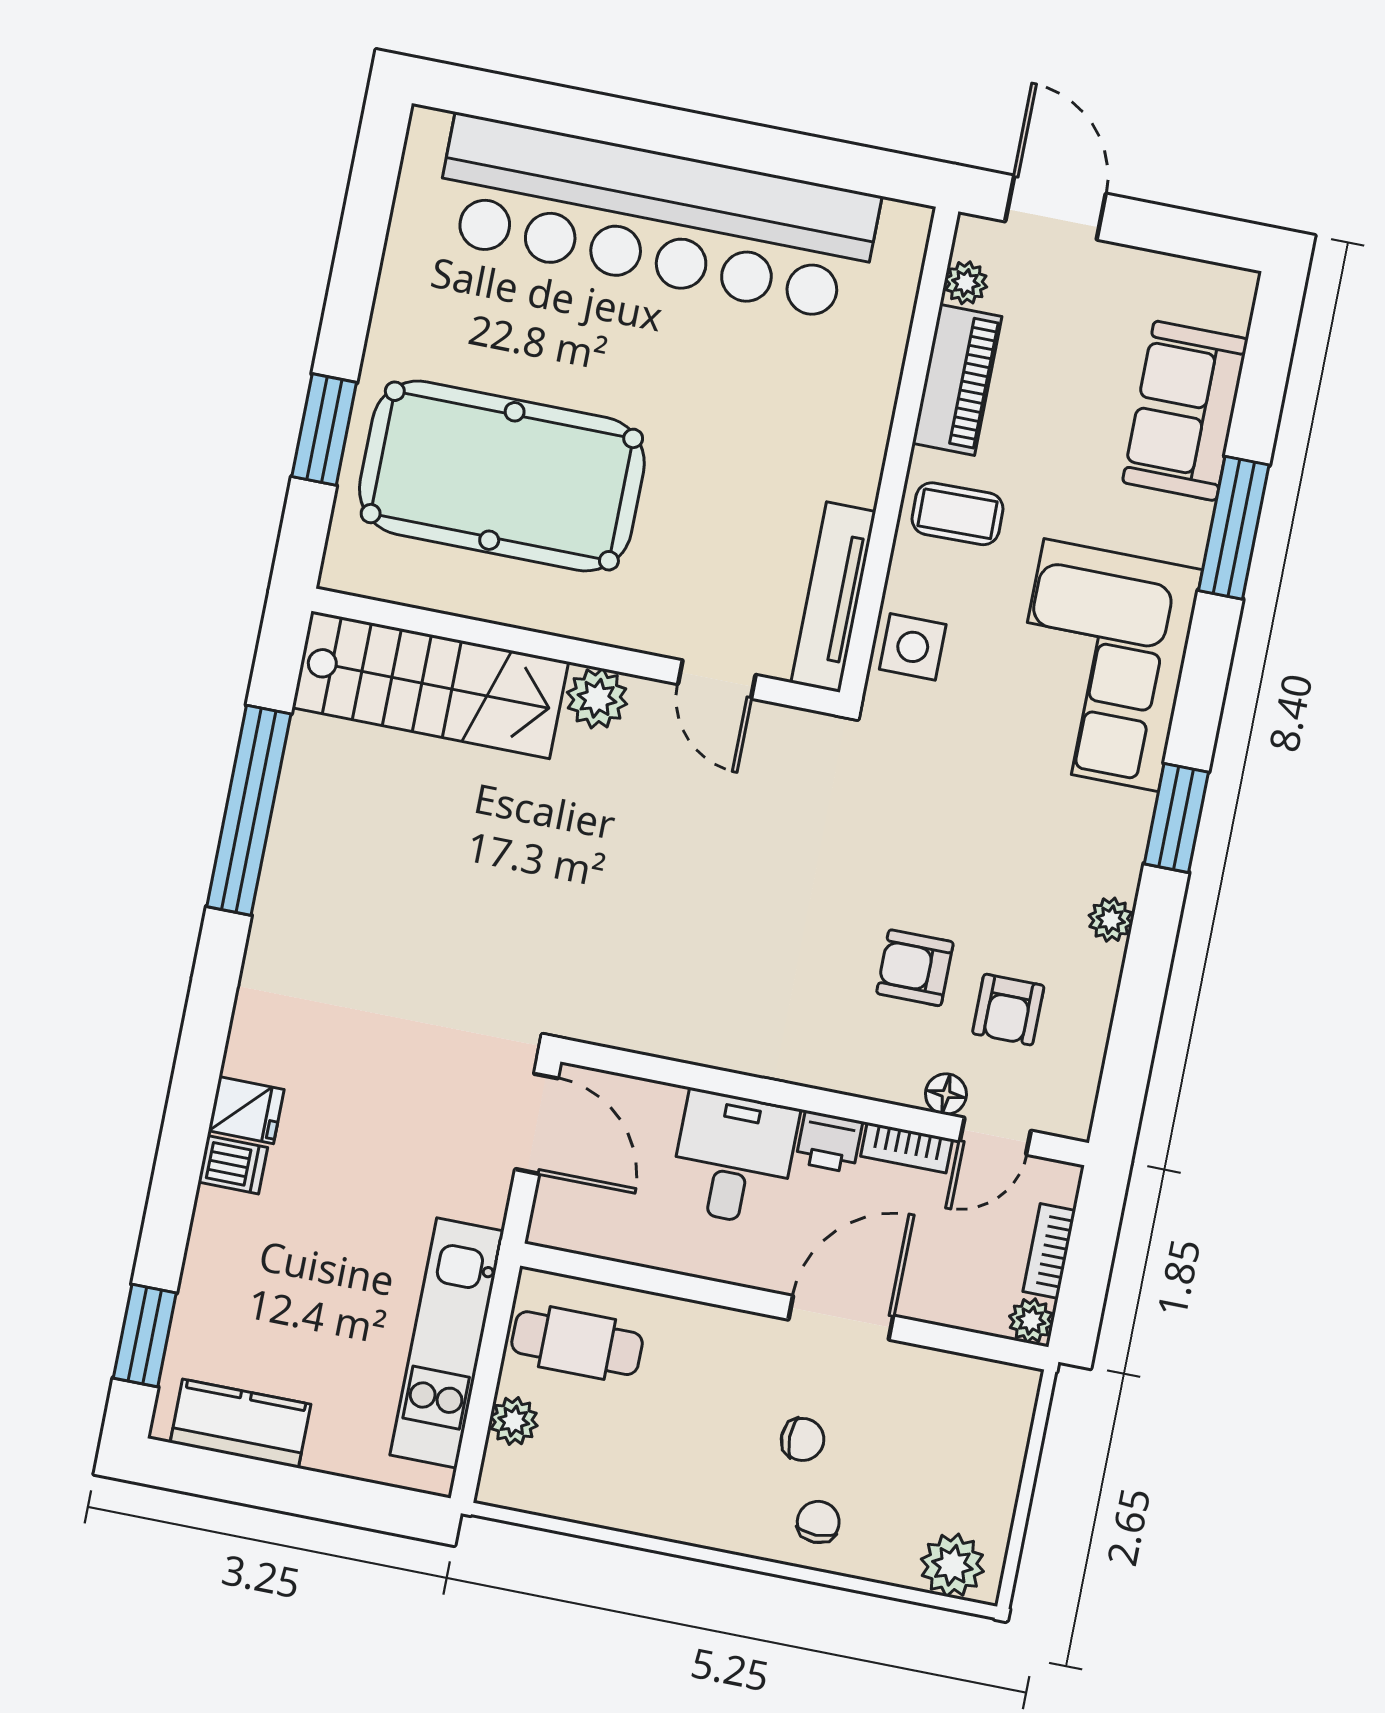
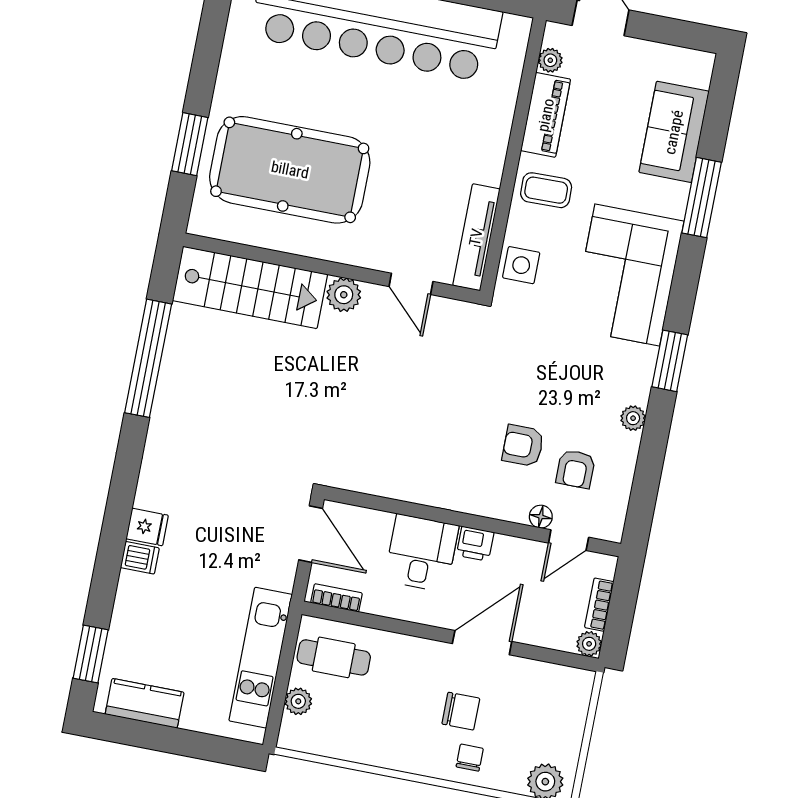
bookcase: (907, 1148) -> (337, 598), moved, turned 180
chair: (803, 1439) -> (461, 711), width x1.37, depth x1.37

